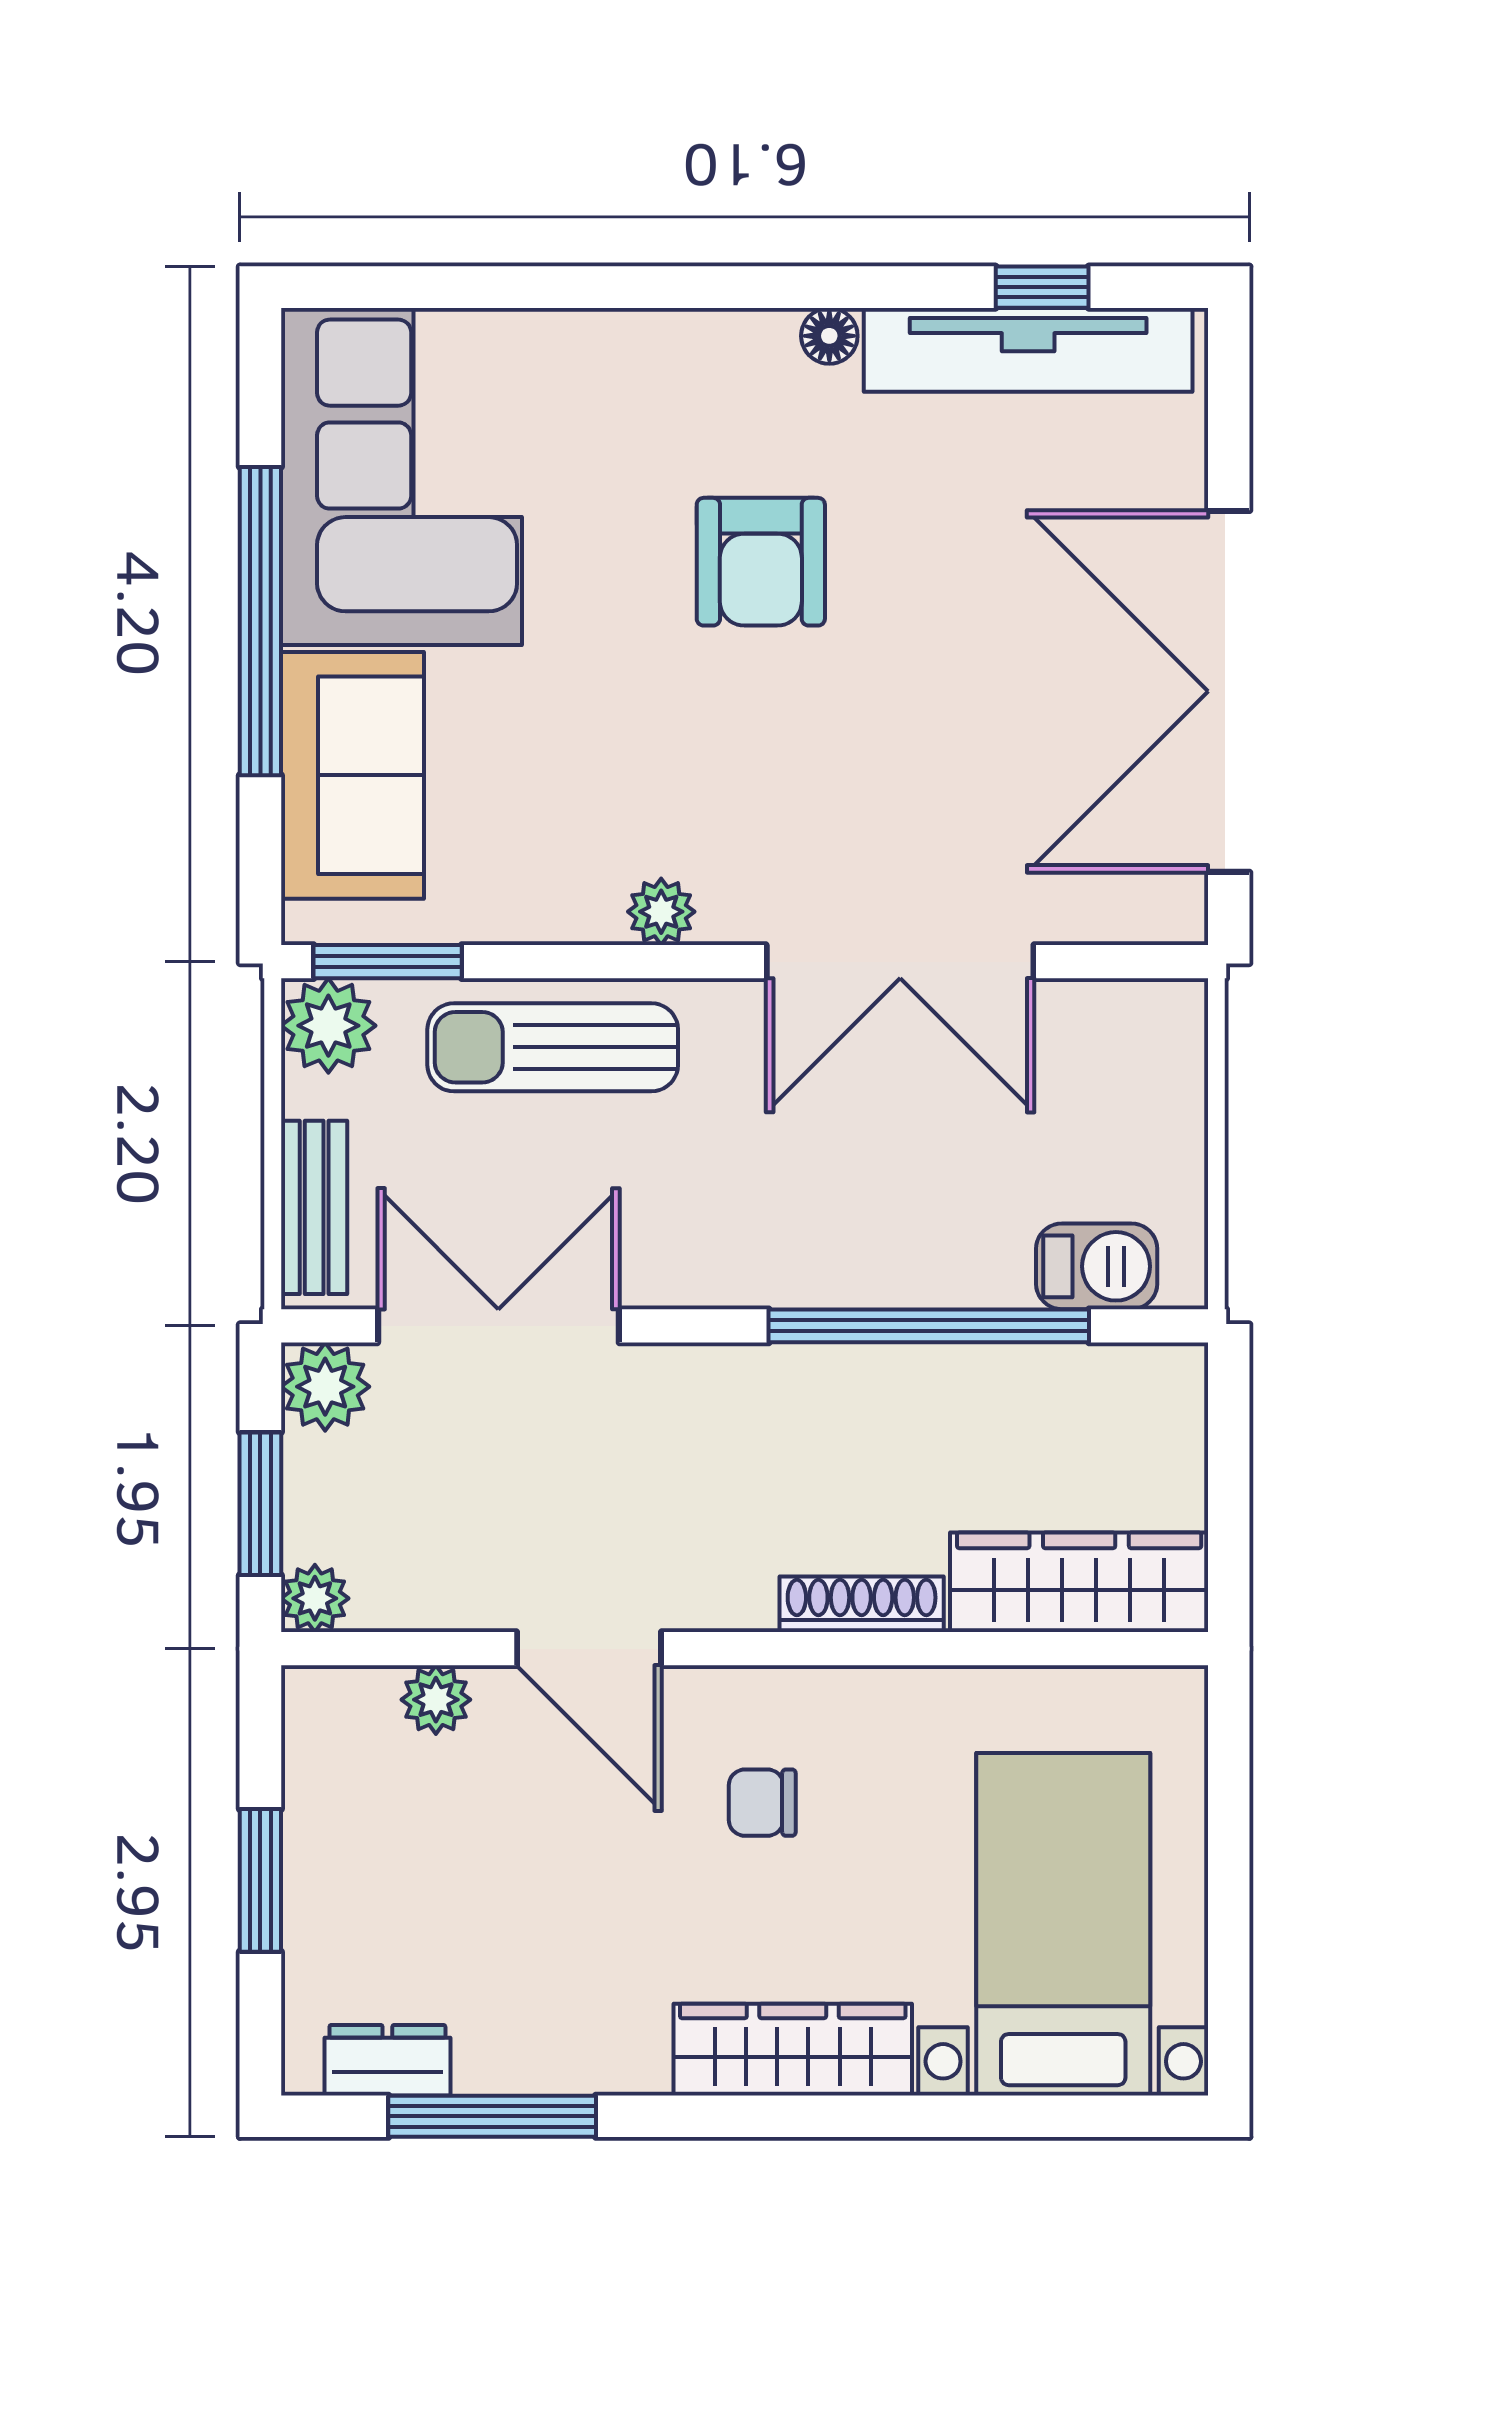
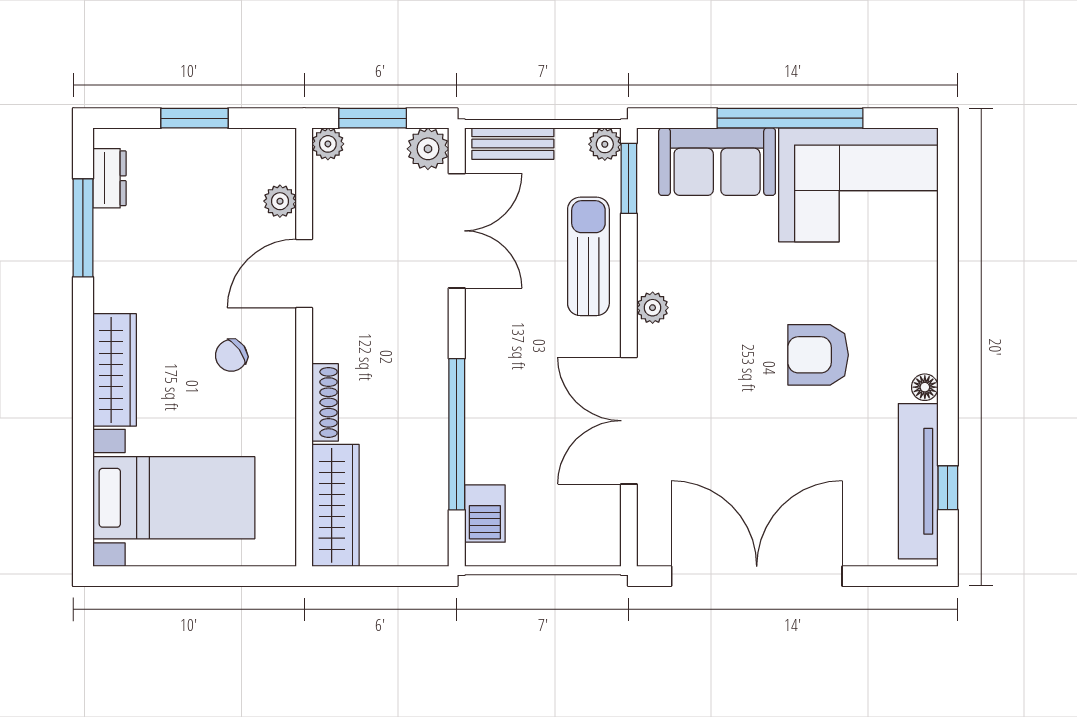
plant: (328, 1026) -> (605, 144), width x0.73, depth x0.73
chair: (762, 1803) -> (231, 355), turned -126

